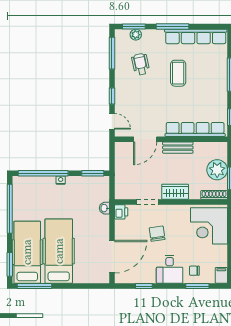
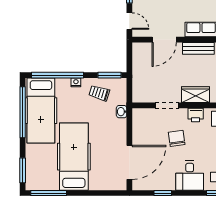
trolley: (83, 190) -> (99, 93), added
printer: (121, 212) -> (196, 115), moved, turned 90
hospital bed: (27, 252) -> (41, 111), moved, turned 180

